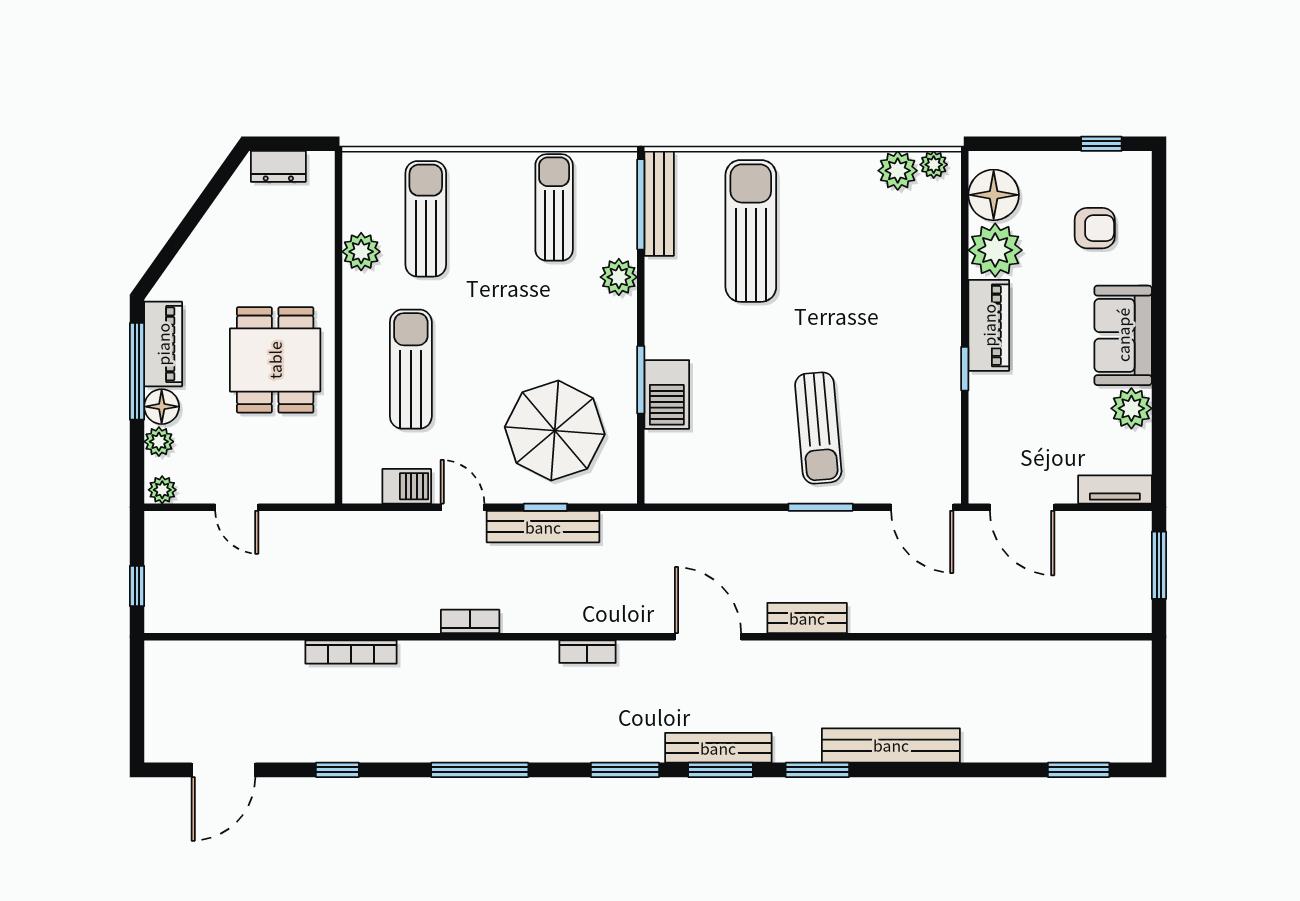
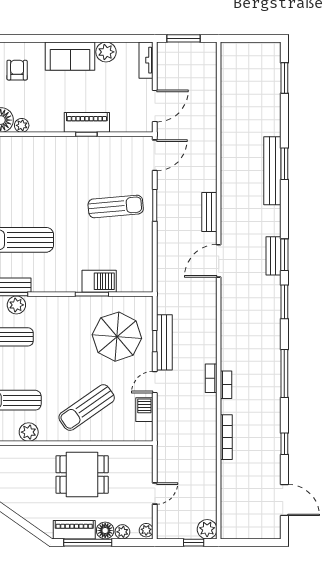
plant: (995, 250) -> (22, 125), width x0.53, depth x0.53
plant: (619, 277) -> (16, 305), moved
piano: (989, 325) -> (87, 122), moved
sun lounger: (411, 369) -> (87, 408), turned -35
plant: (164, 613) -> (207, 529), added
bookcase: (587, 652) -> (226, 385), moved
bench: (718, 748) -> (273, 256), width x0.73
window: (817, 770) -> (284, 164), moved

